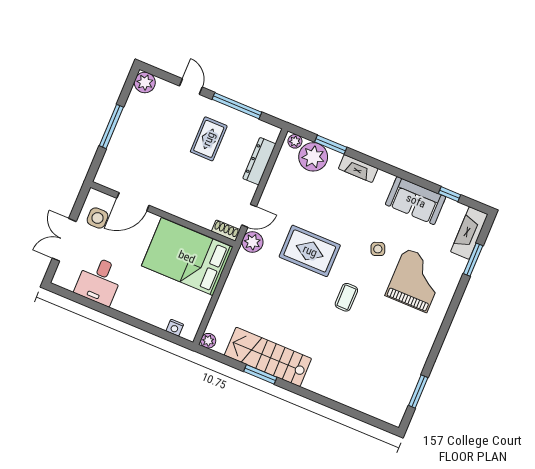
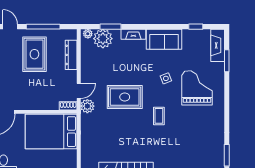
rug: (209, 139) -> (34, 54), width x1.36, depth x1.43
sofa: (416, 201) -> (164, 39), moved

